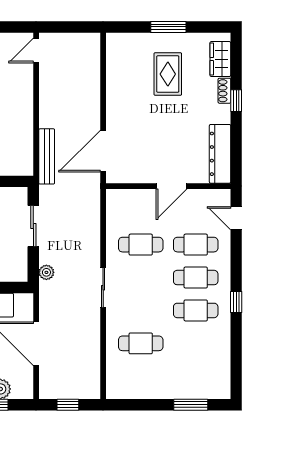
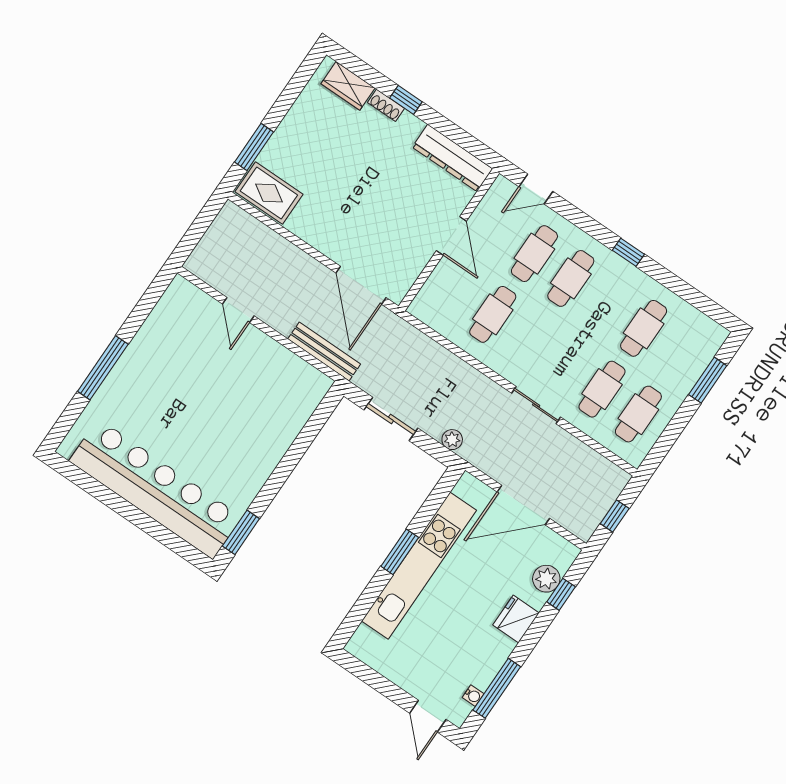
window: (168, 27) -> (254, 147), moved
door: (36, 51) -> (238, 310), moved
rug: (168, 74) -> (269, 193), moved
sliding door: (103, 288) -> (536, 405), moved
cafe table: (196, 310) -> (644, 328), moved
cafe table: (141, 376) -> (638, 414), added

